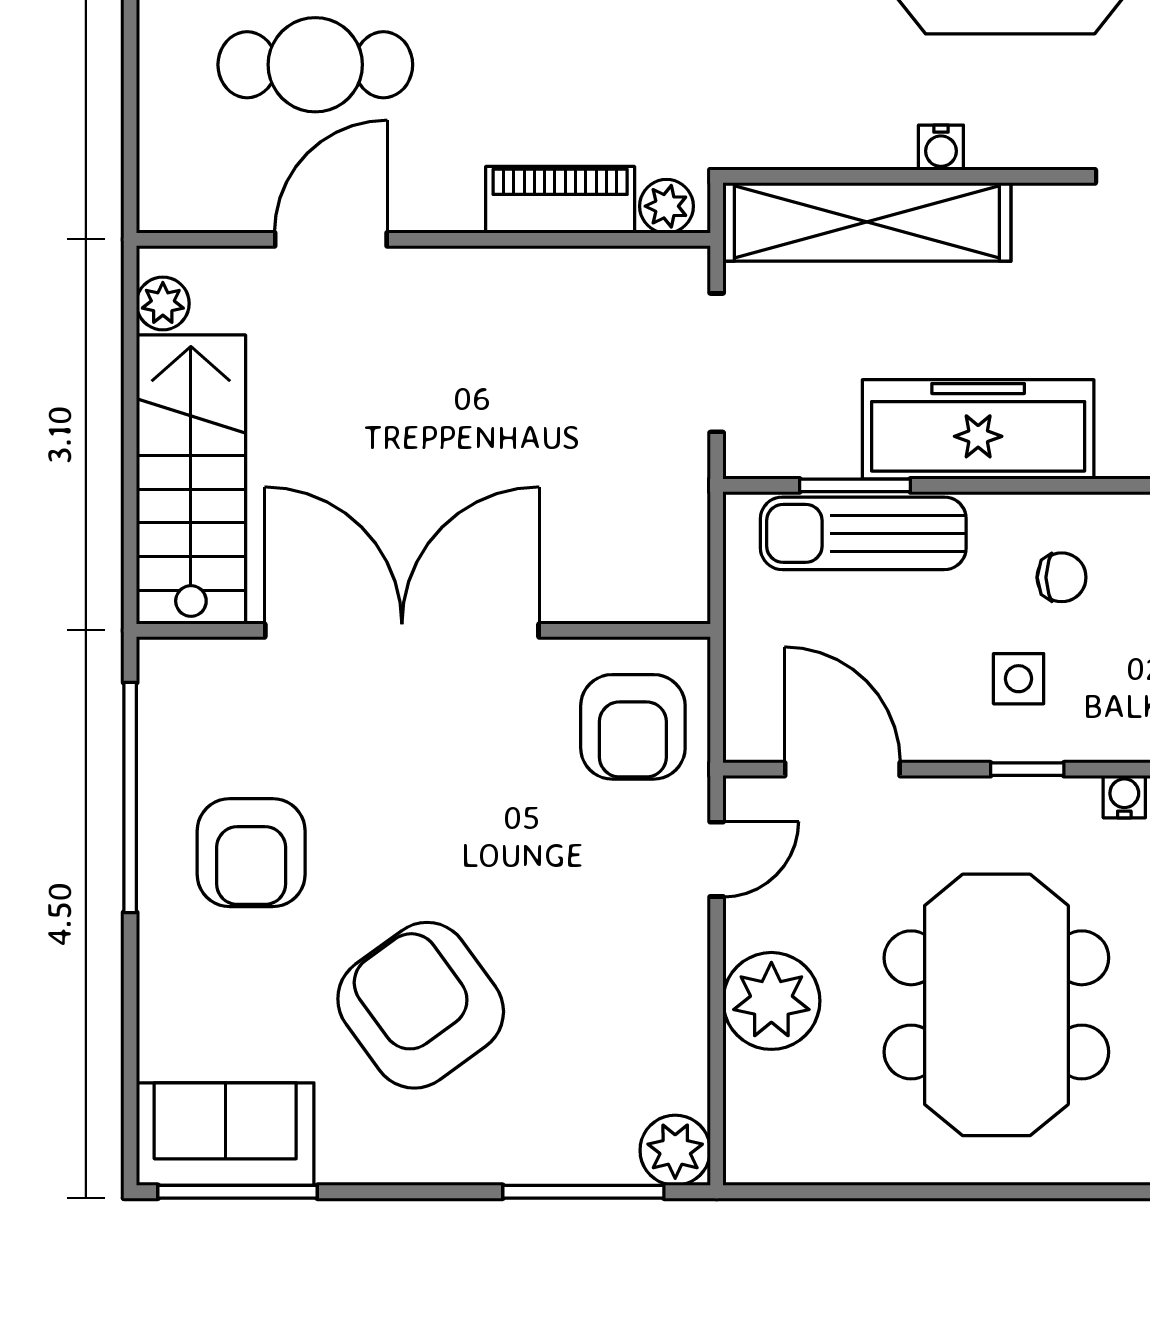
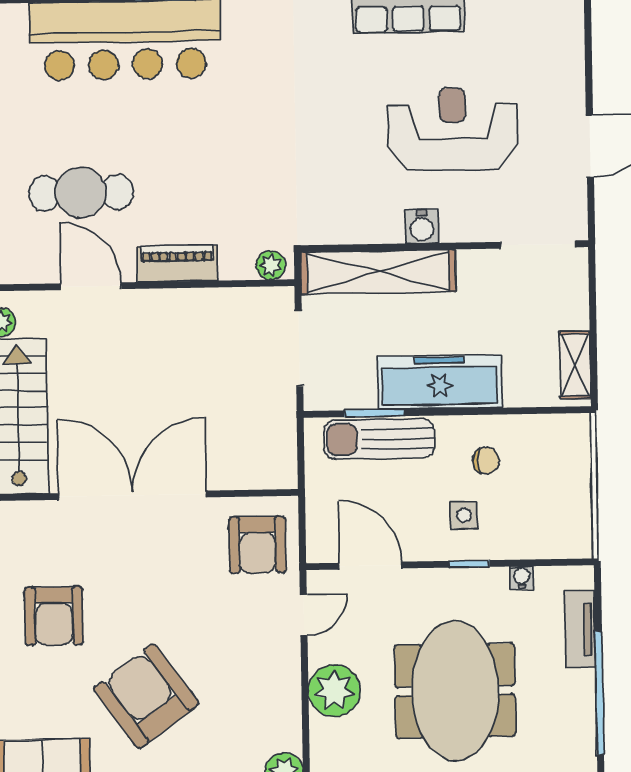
water cooler: (941, 148) -> (422, 226), width x1.38, depth x1.38
piano: (560, 200) -> (177, 263), moved
door: (331, 239) -> (91, 286), hinge flipped

